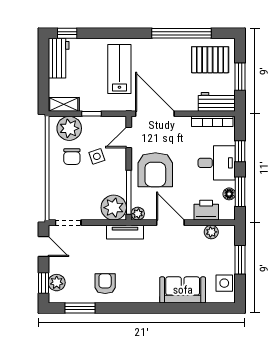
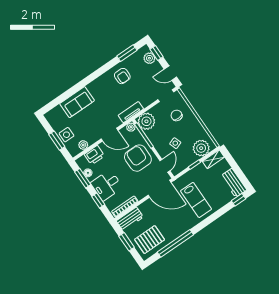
chair: (72, 157) -> (177, 115), moved
side table: (224, 283) -> (66, 135), moved

